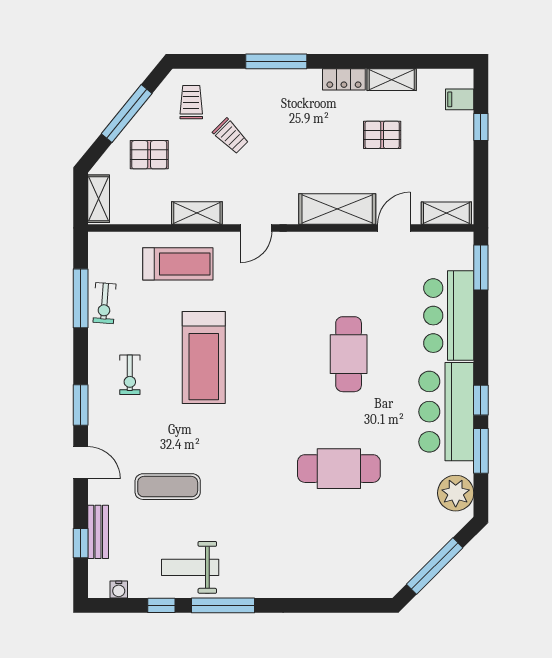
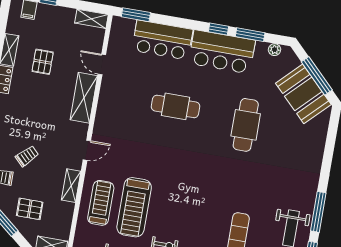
pallet: (149, 155) -> (30, 209), turned 90
shelving: (446, 213) -> (91, 19), moved, turned 90
door: (256, 228) -> (87, 150), hinge flipped
treadmill: (204, 357) -> (134, 207), moved, turned 90
plant: (456, 493) -> (275, 50), width x0.53, depth x0.53
booth: (403, 550) -> (303, 94), added

